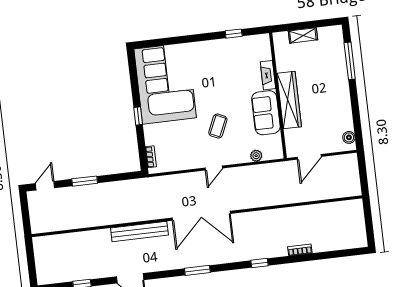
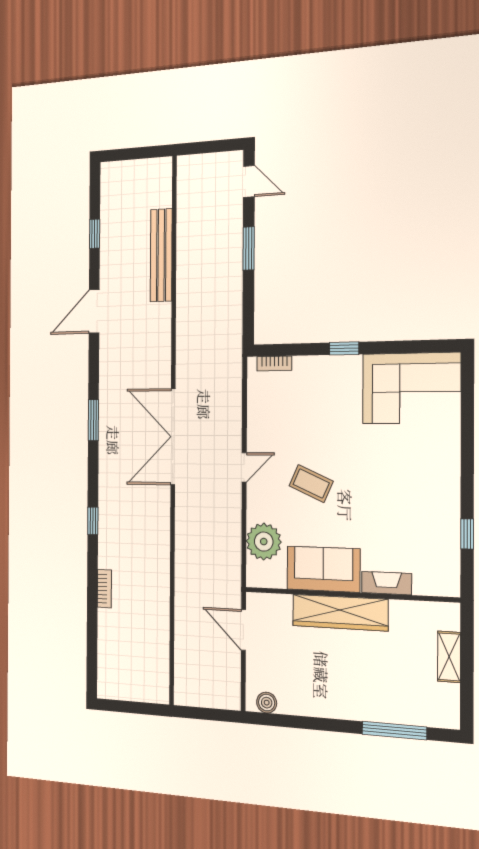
corner sofa: (165, 83) -> (411, 388), width x0.73, depth x0.74
plant: (256, 156) -> (264, 542), width x1.87, depth x1.87
door: (214, 168) -> (244, 467), swing flipped
bench: (139, 232) -> (161, 255), moved

